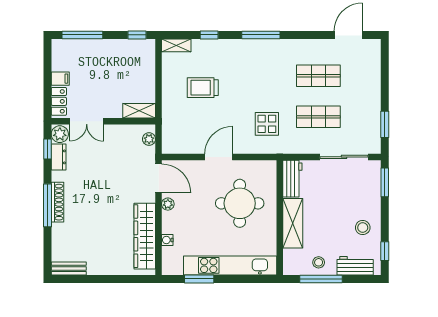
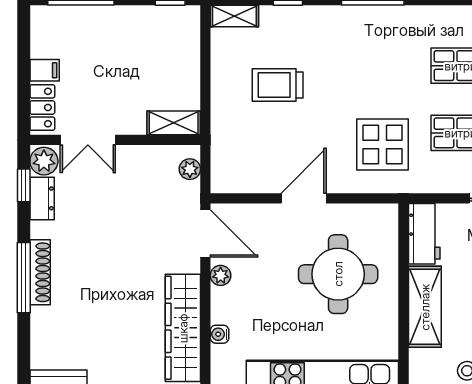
display table: (267, 124) -> (383, 144), width x1.36, depth x1.36

